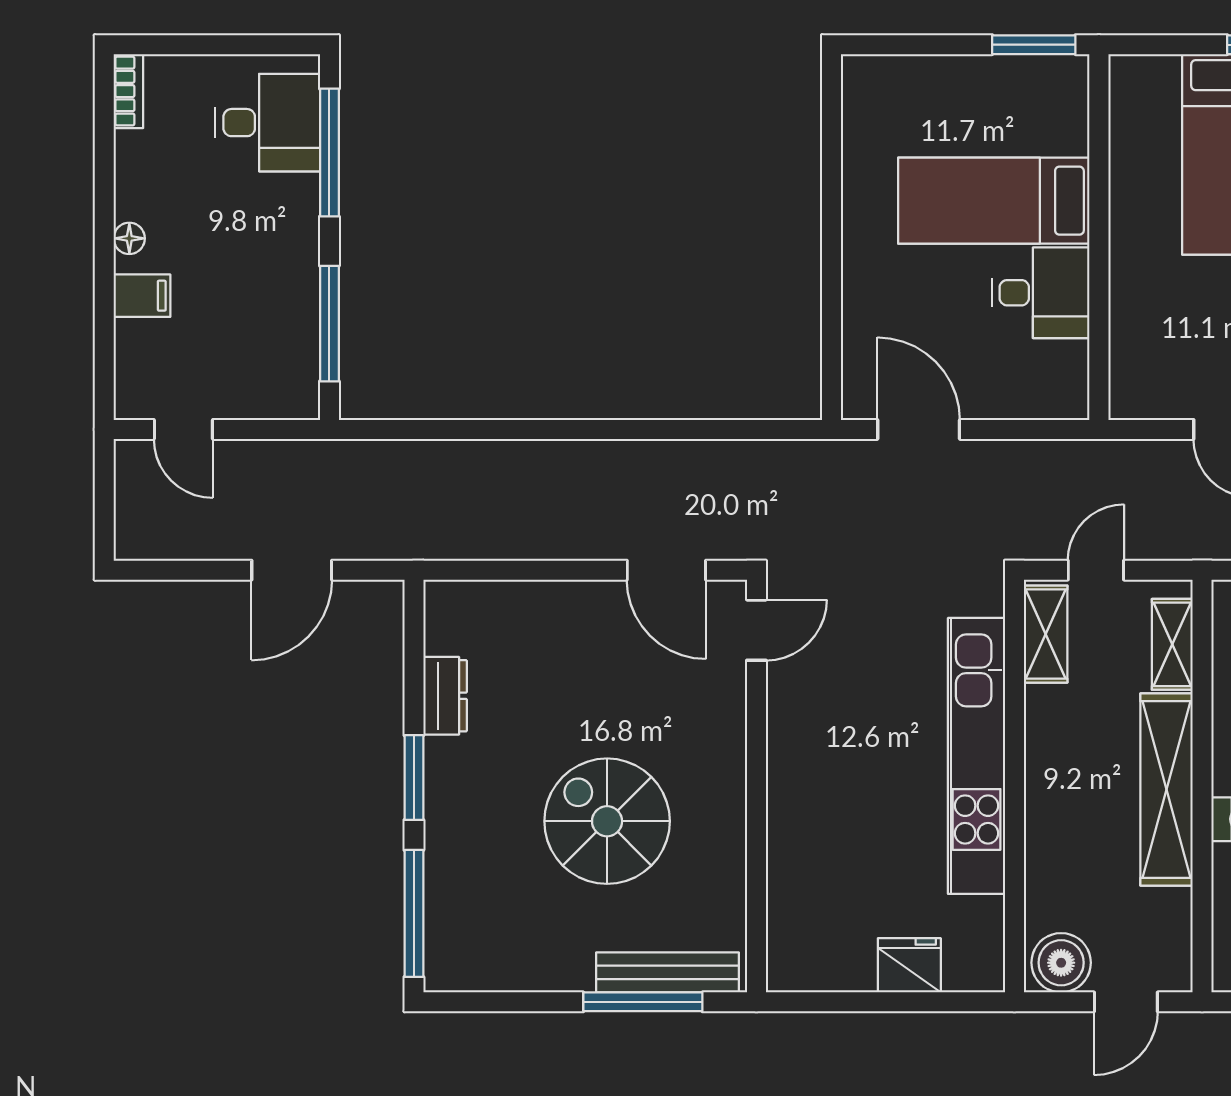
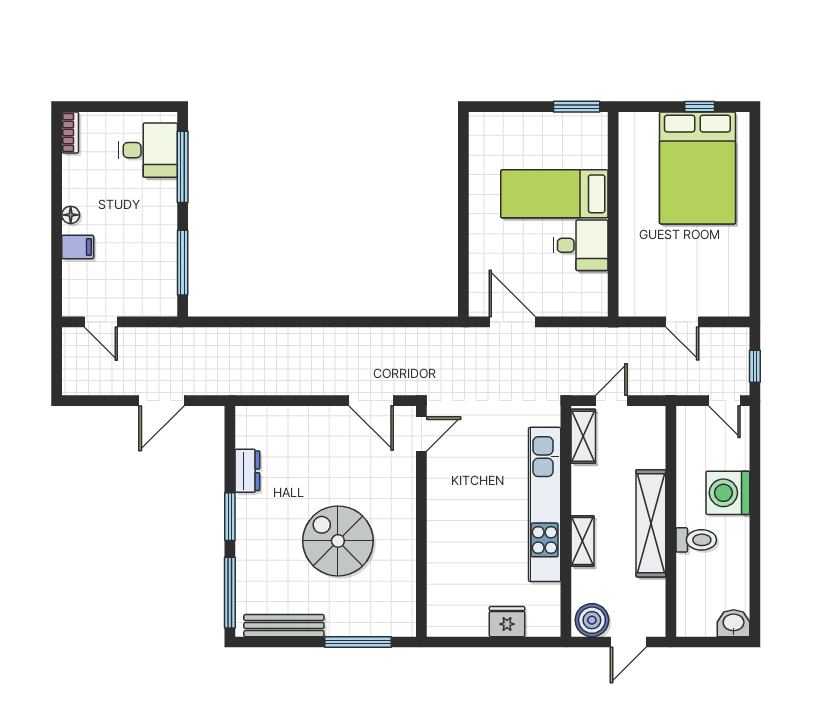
shelving: (1172, 644) -> (582, 541), moved
bench: (667, 972) -> (284, 626), moved

